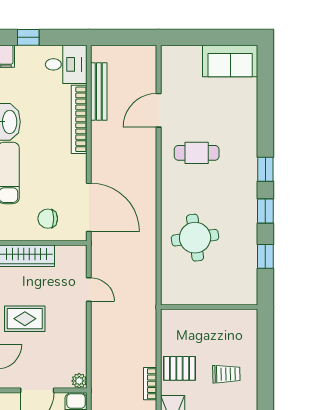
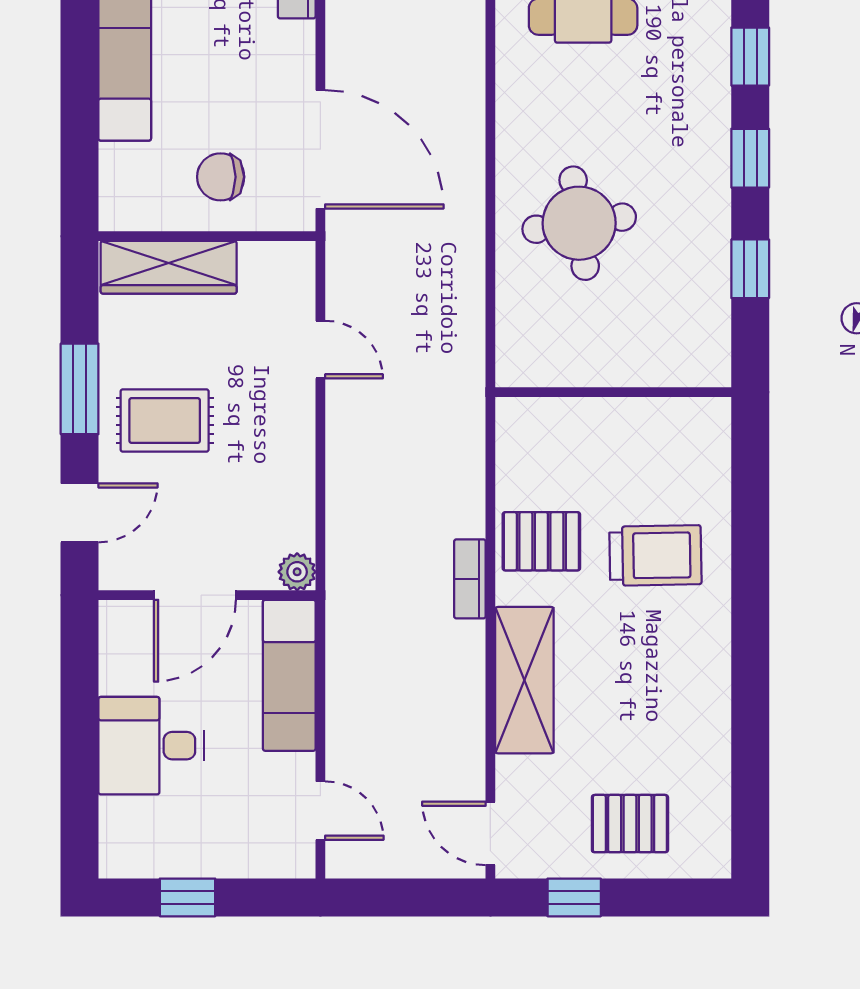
trolley: (226, 374) -> (655, 555), width x1.36, depth x1.39

